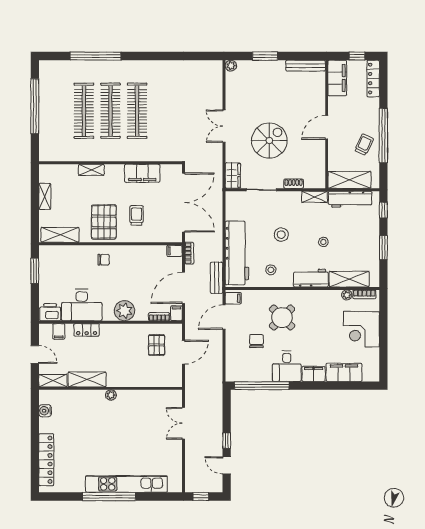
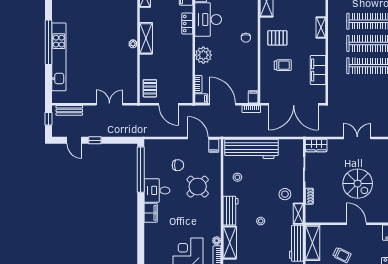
spiral stairs: (269, 141) -> (358, 184), moved
pallet: (104, 222) -> (277, 38), width x0.67, depth x0.71
stool: (281, 235) -> (285, 194), moved
bench: (217, 278) -> (69, 110), moved
pallet: (157, 345) -> (150, 88), moved, turned 90
filing cabinet: (344, 372) -> (152, 238), removed
shelving: (87, 379) -> (146, 38), moved
door: (227, 465) -> (74, 140), swing flipped

